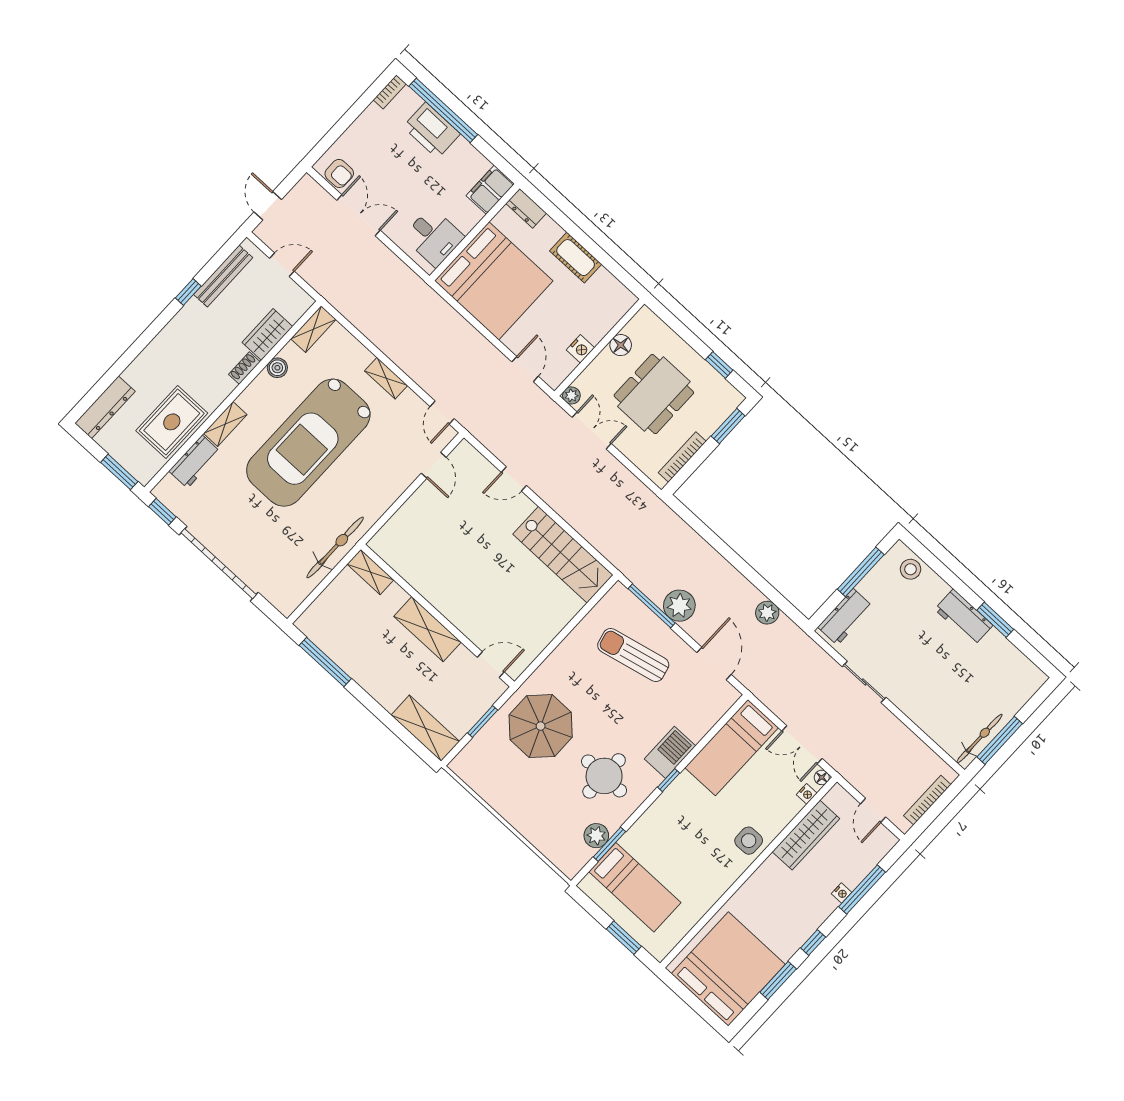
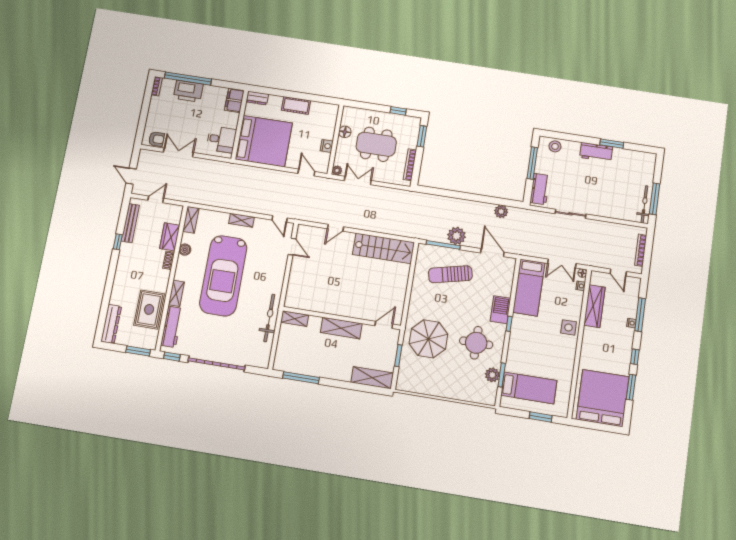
dining table: (654, 394) -> (376, 144), turned 90
workbench: (195, 462) -> (172, 327), width x1.38

